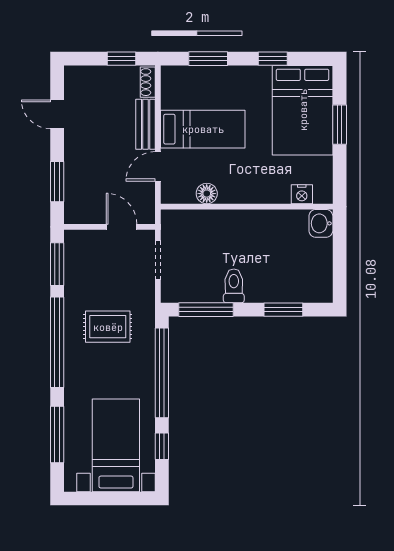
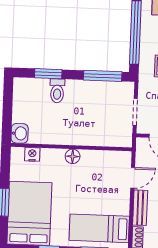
bed: (203, 129) -> (99, 228), moved
floor lamp: (207, 194) -> (73, 156), moved
toilet: (234, 286) -> (57, 91), moved

